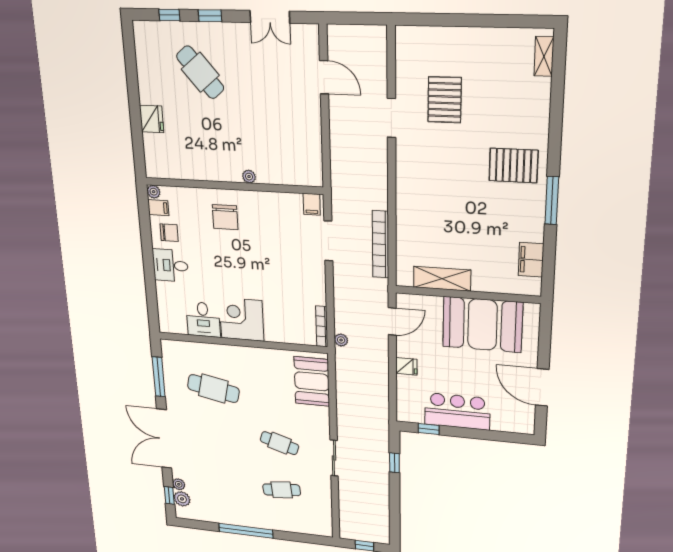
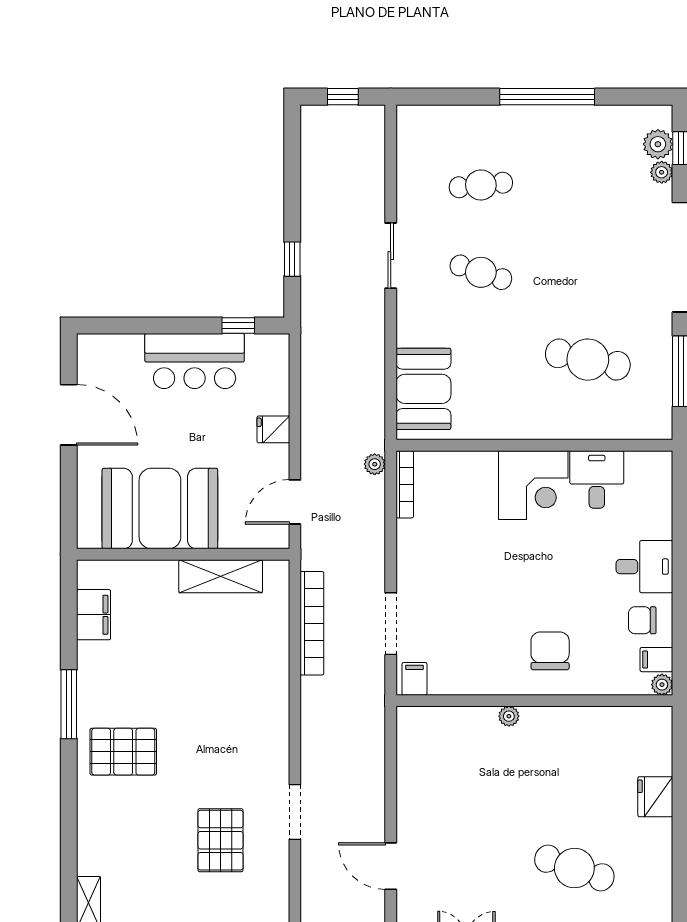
cafe table: (200, 72) -> (574, 868), turned -31

